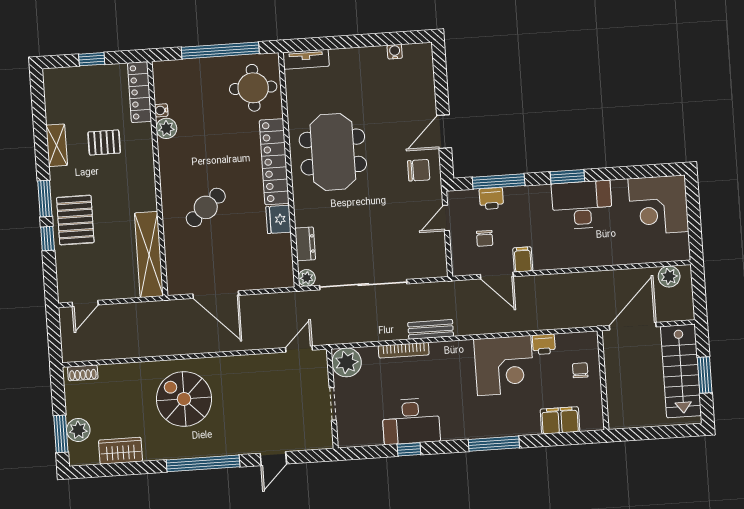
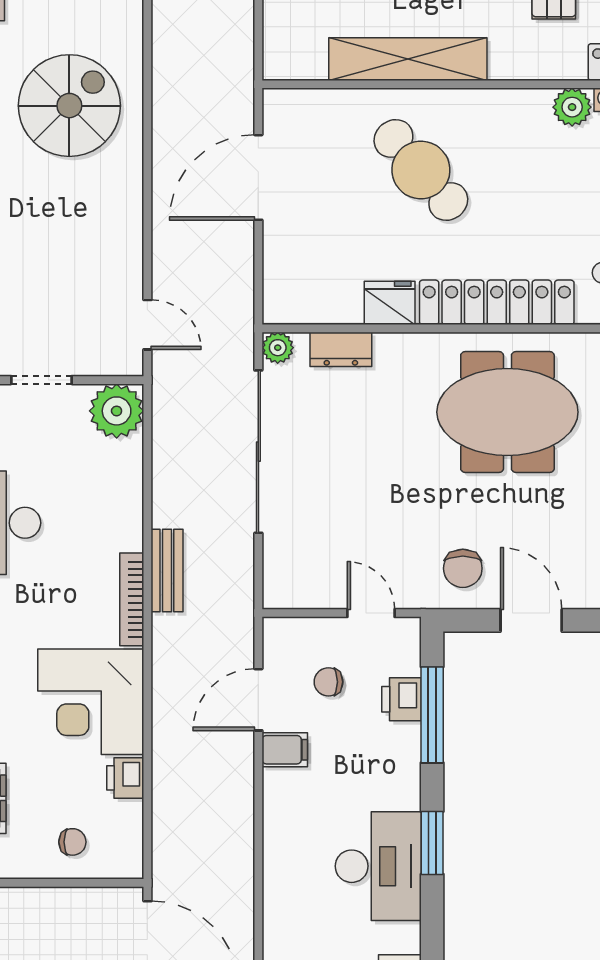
cafe table: (206, 207) -> (421, 170), width x1.37, depth x1.35
shelving: (149, 254) -> (408, 59), moved
bookcase: (404, 350) -> (132, 599), moved

